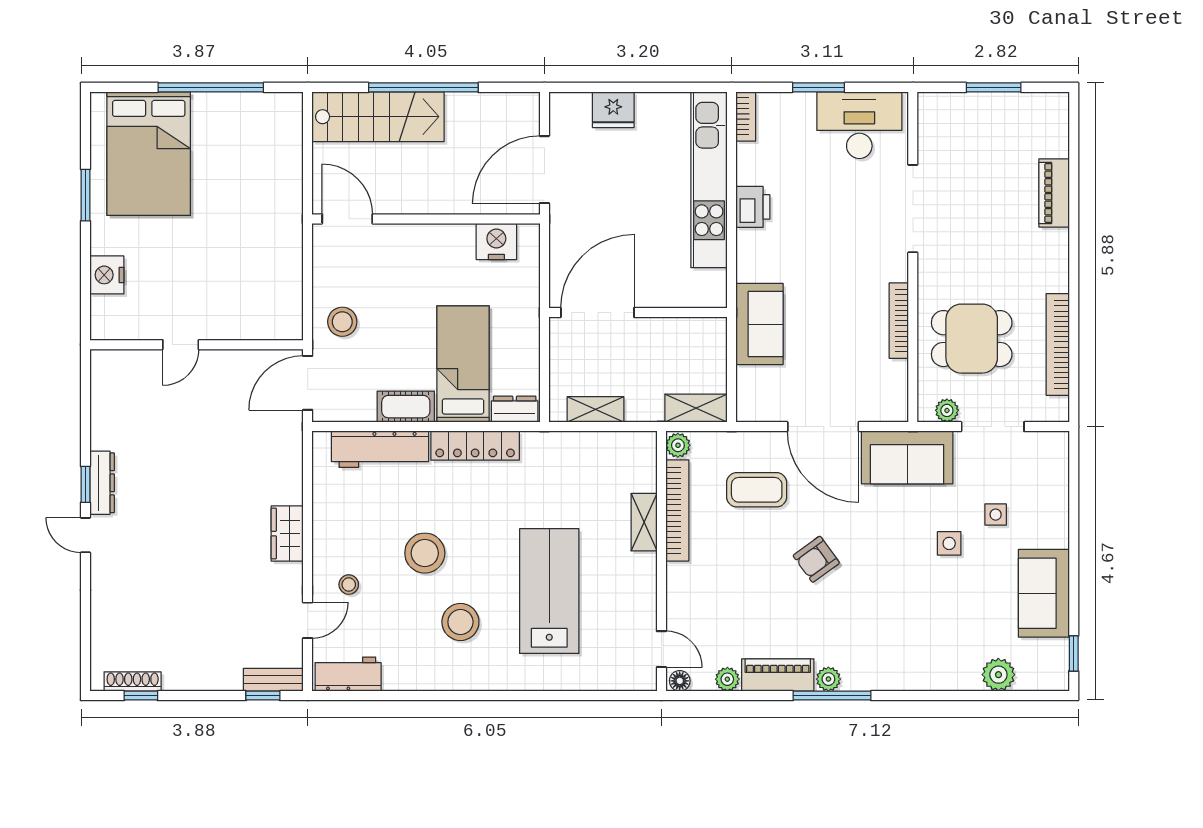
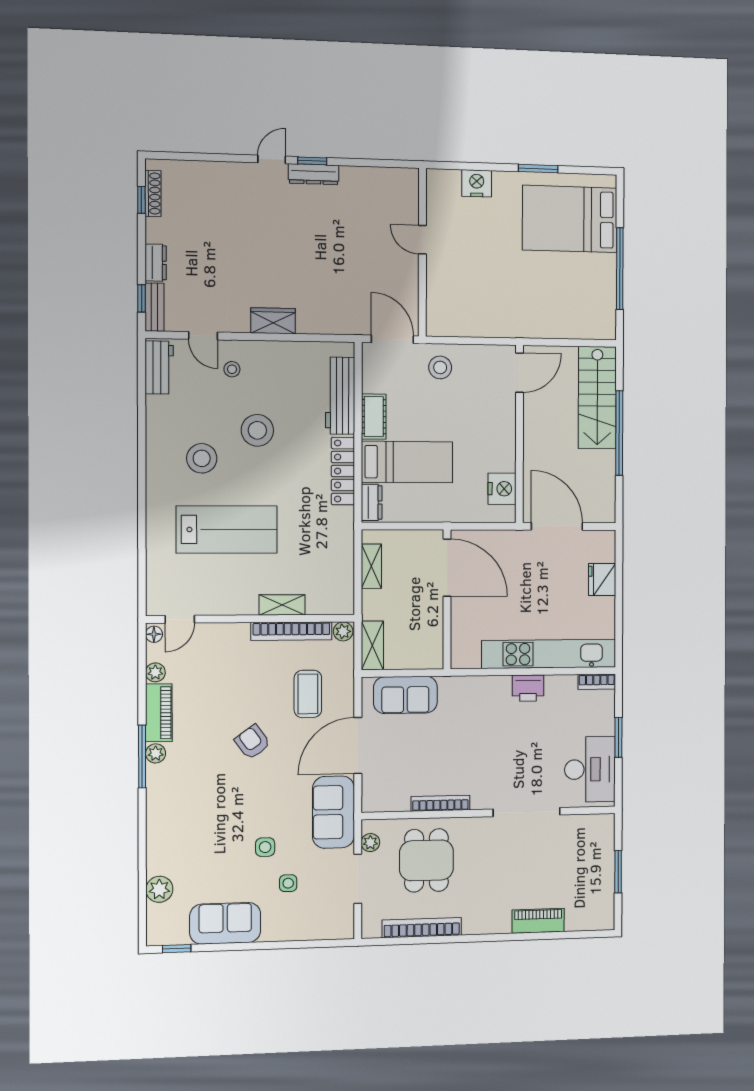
sofa: (759, 324) -> (405, 695), moved
dresser: (218, 678) -> (156, 263), added

